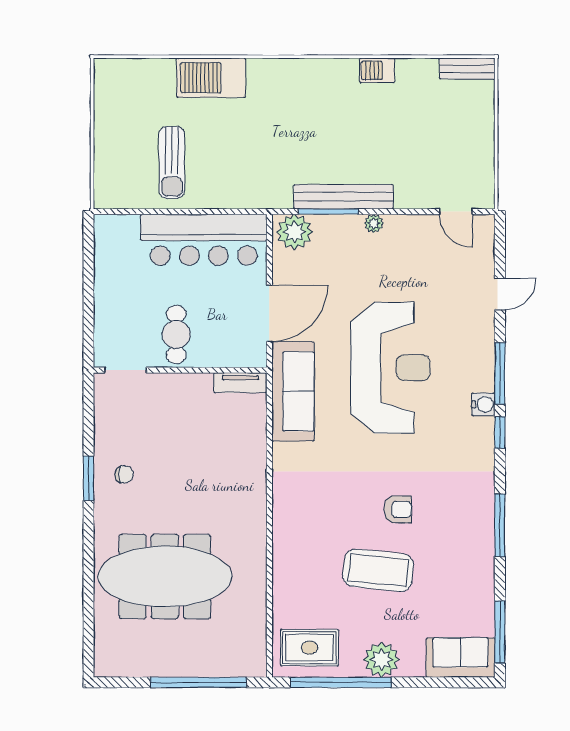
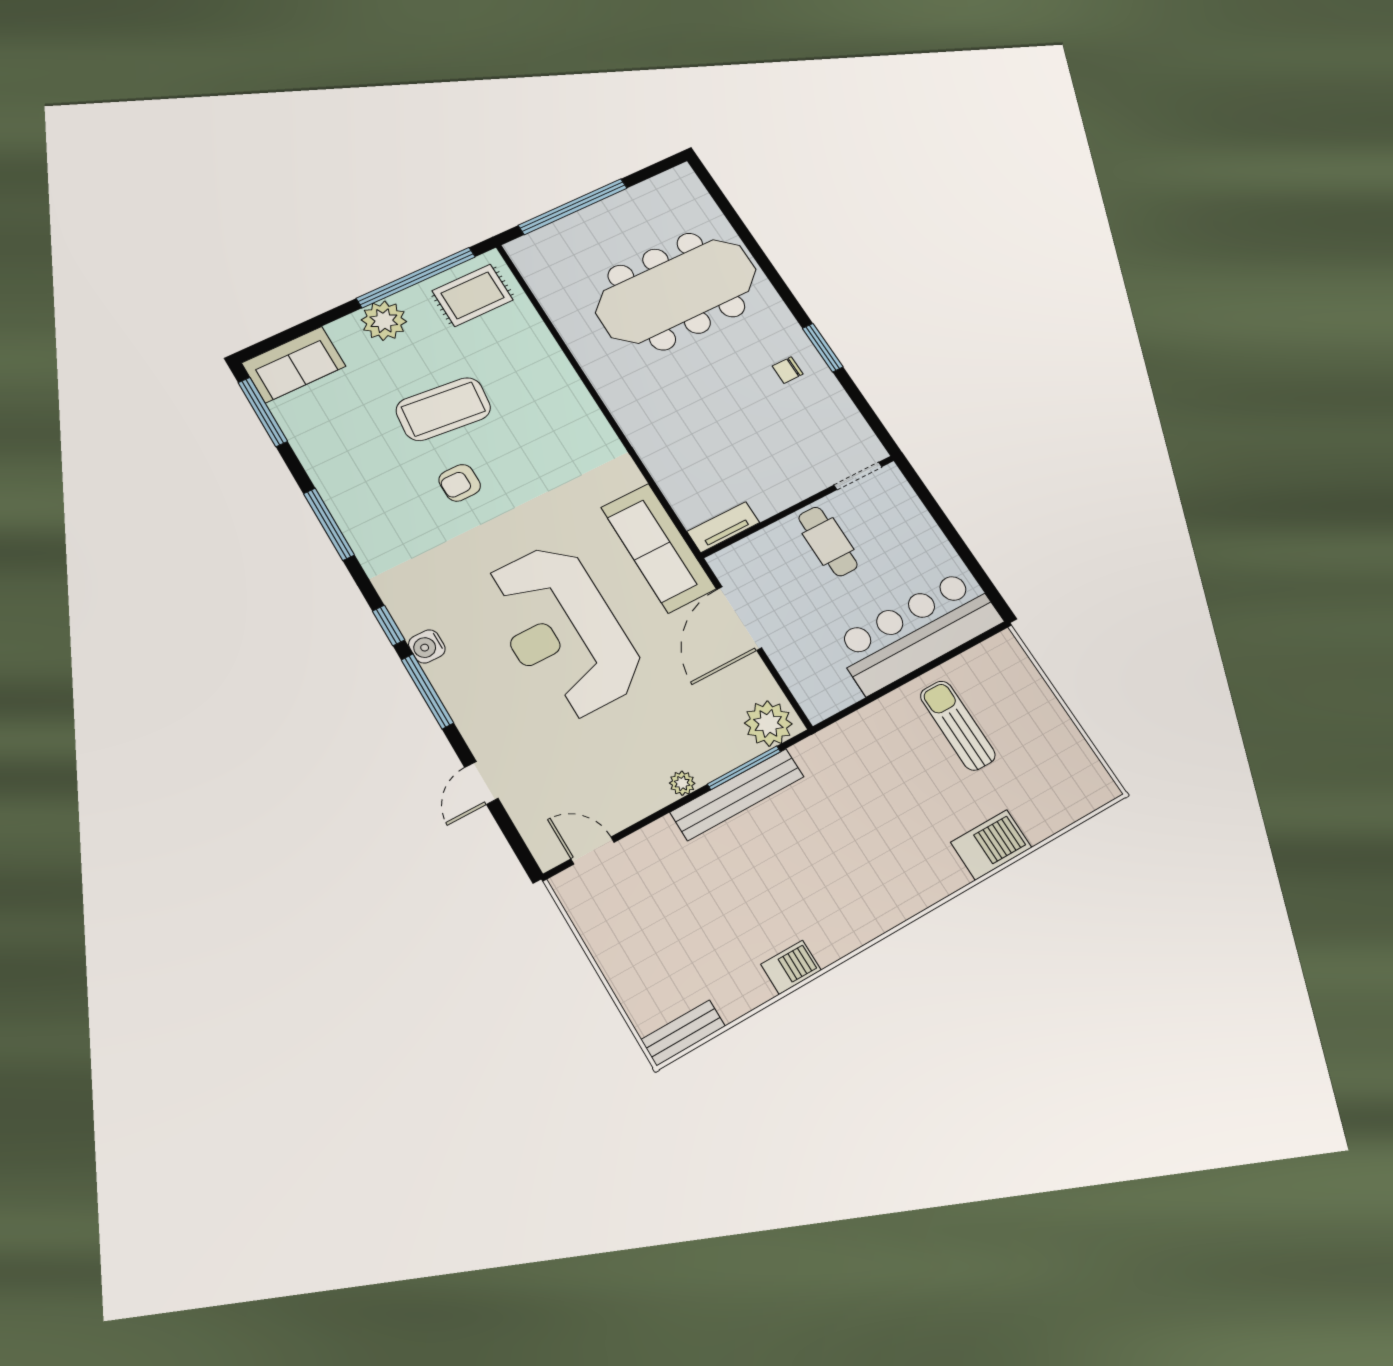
barbecue: (211, 78) -> (991, 845), width x0.73, depth x0.83
bar counter: (204, 240) -> (917, 631), moved

